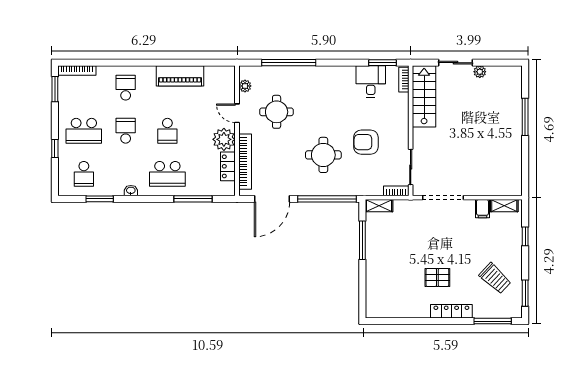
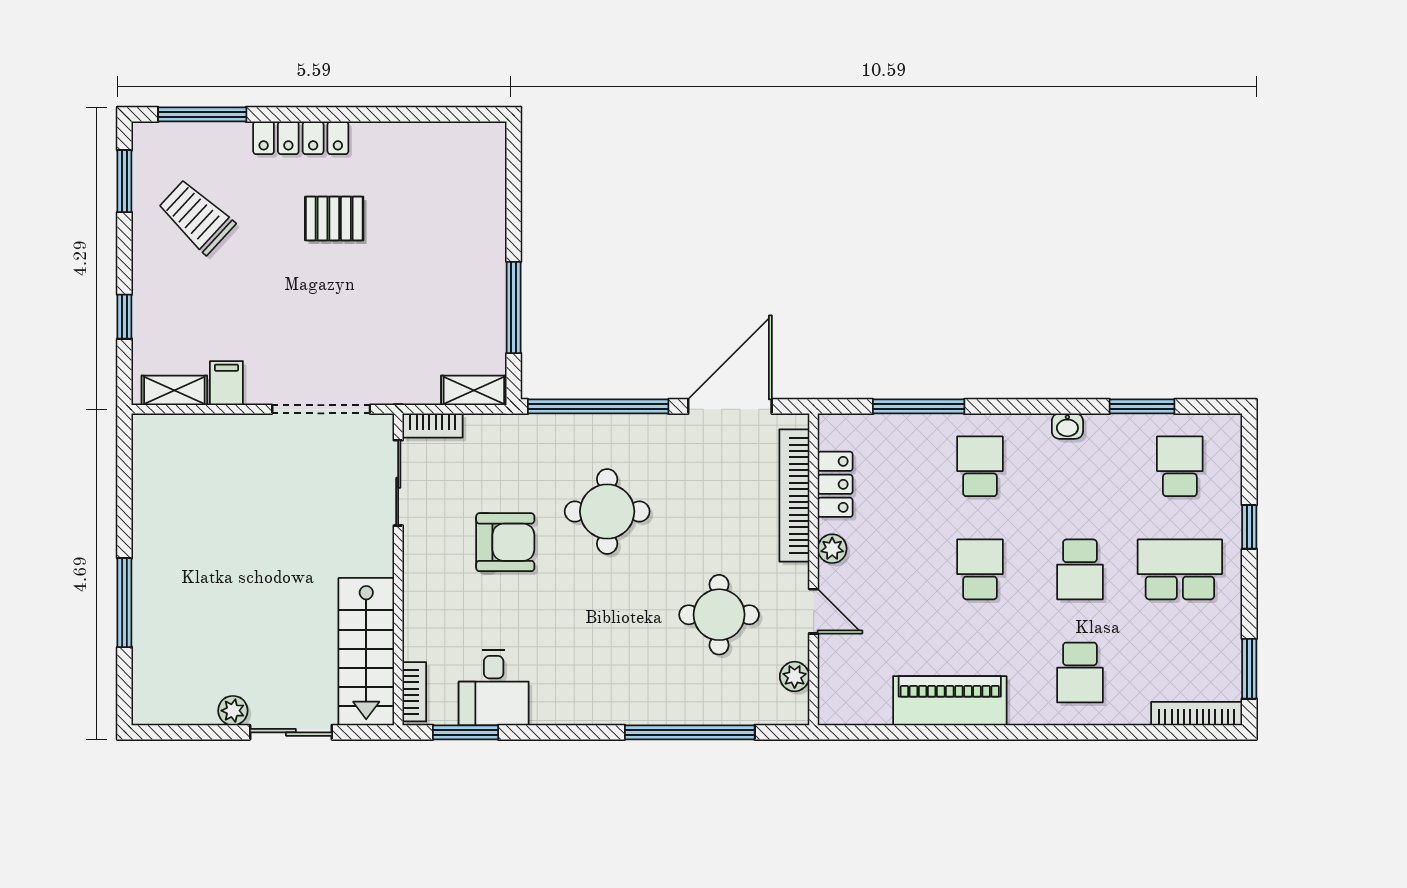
plant: (224, 139) -> (832, 549), width x0.53, depth x0.53
school desk: (167, 174) -> (980, 466), width x0.54

